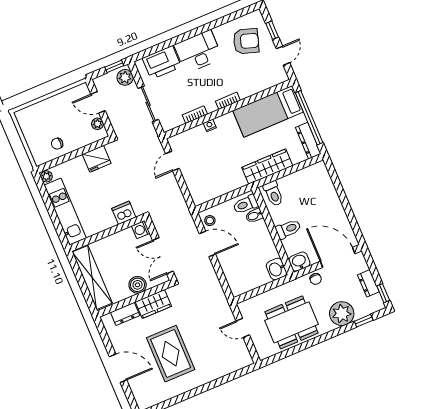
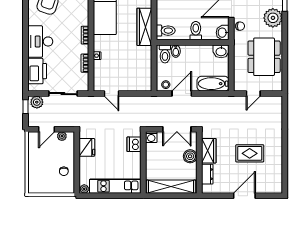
bathtub: (234, 276) -> (213, 84), added
rug: (171, 354) -> (250, 153), width x0.73, depth x0.70

